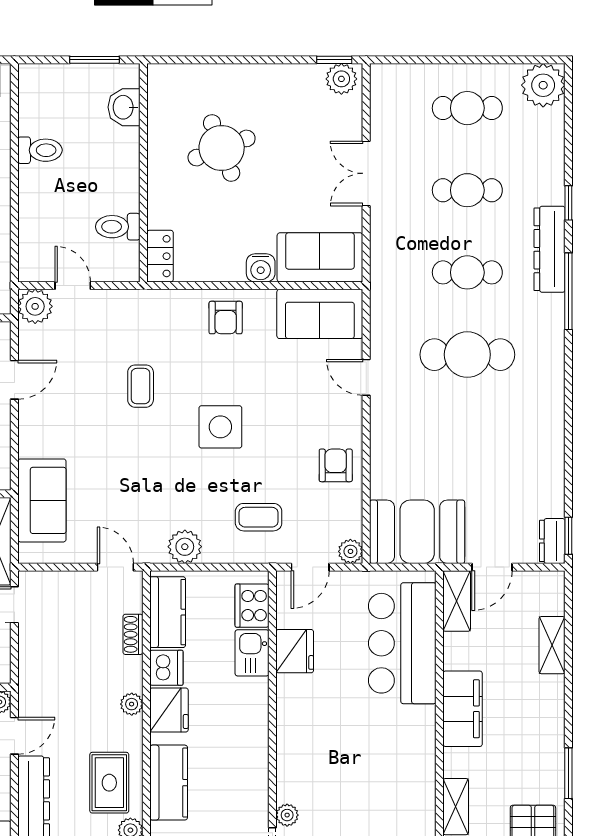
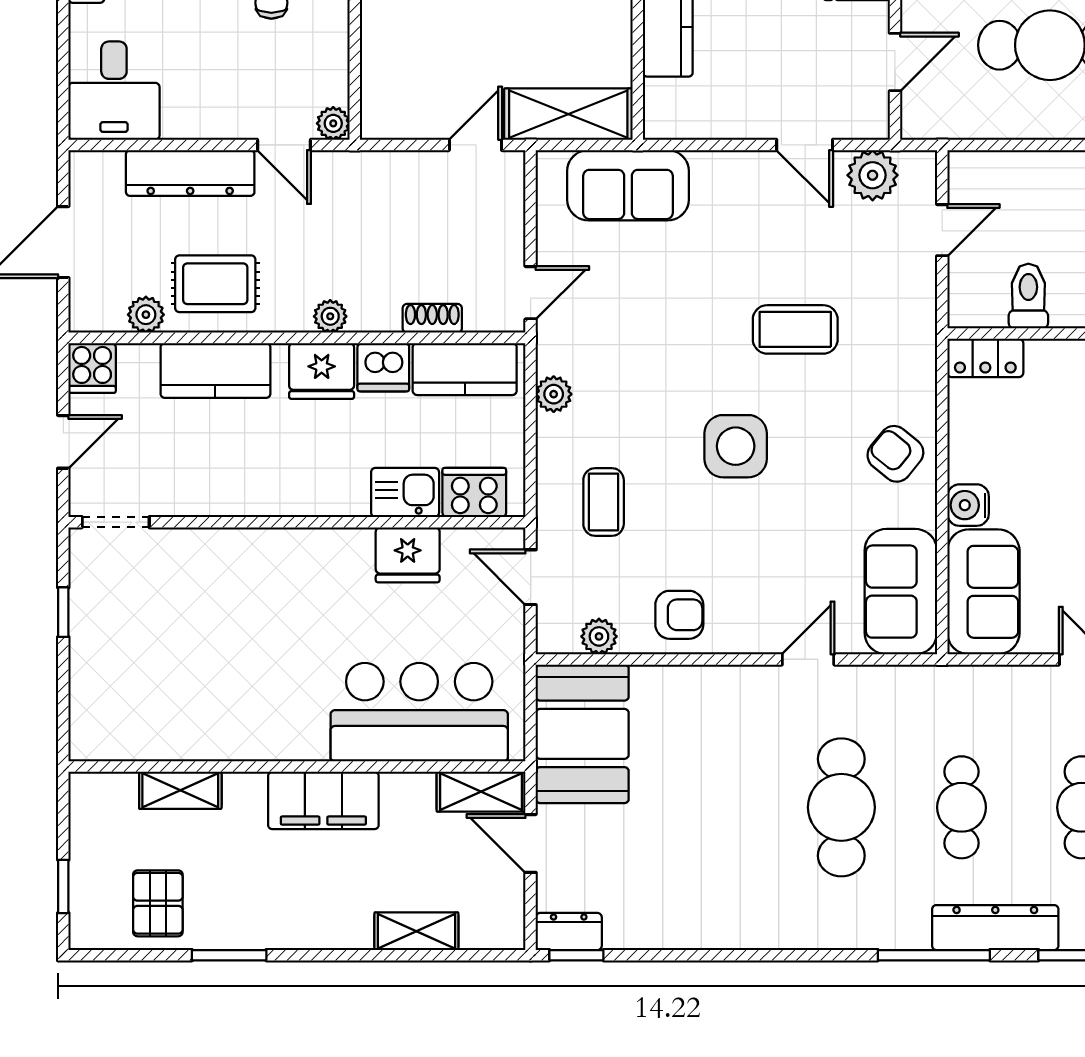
plant: (35, 306) -> (873, 175), moved
armchair: (226, 318) -> (895, 454), turned 39
coffee table: (141, 386) -> (795, 329), width x1.36, depth x1.30
plant: (185, 547) -> (554, 394), width x0.73, depth x0.73
plant: (350, 551) -> (599, 636), moved
plant: (287, 815) -> (168, 544), removed

